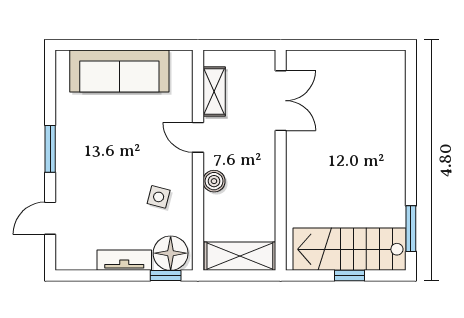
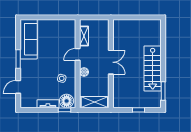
sofa: (119, 71) -> (29, 39), moved, turned -90
double door: (281, 101) -> (111, 62), moved
door: (198, 137) -> (78, 54), hinge flipped
stairs: (350, 249) -> (153, 68), moved, turned -90

